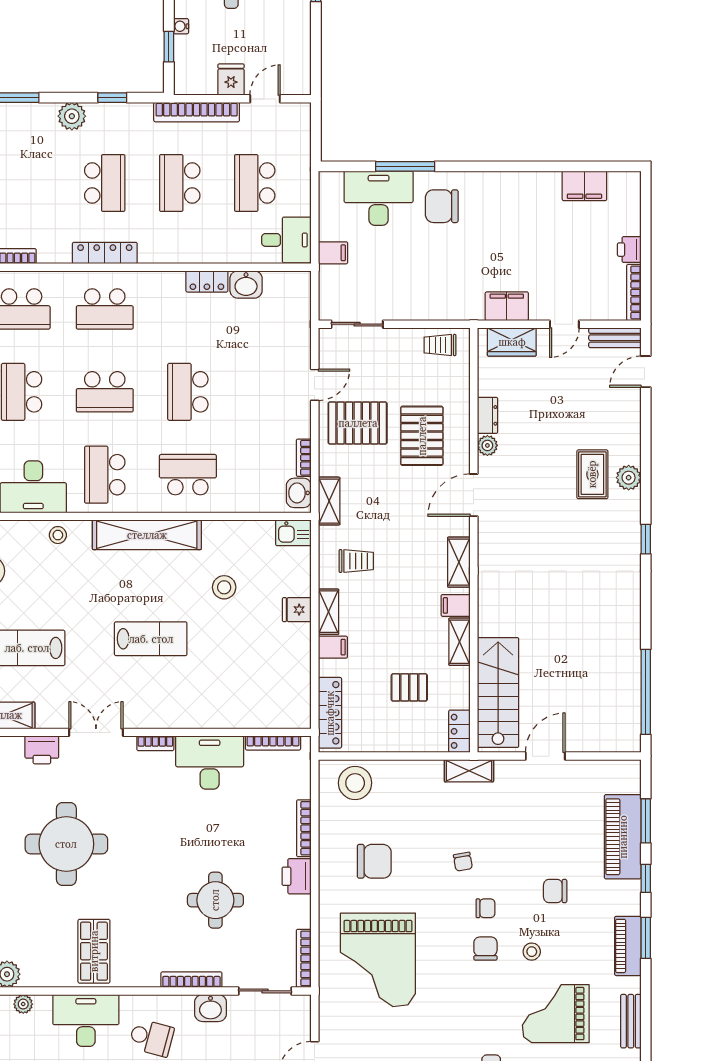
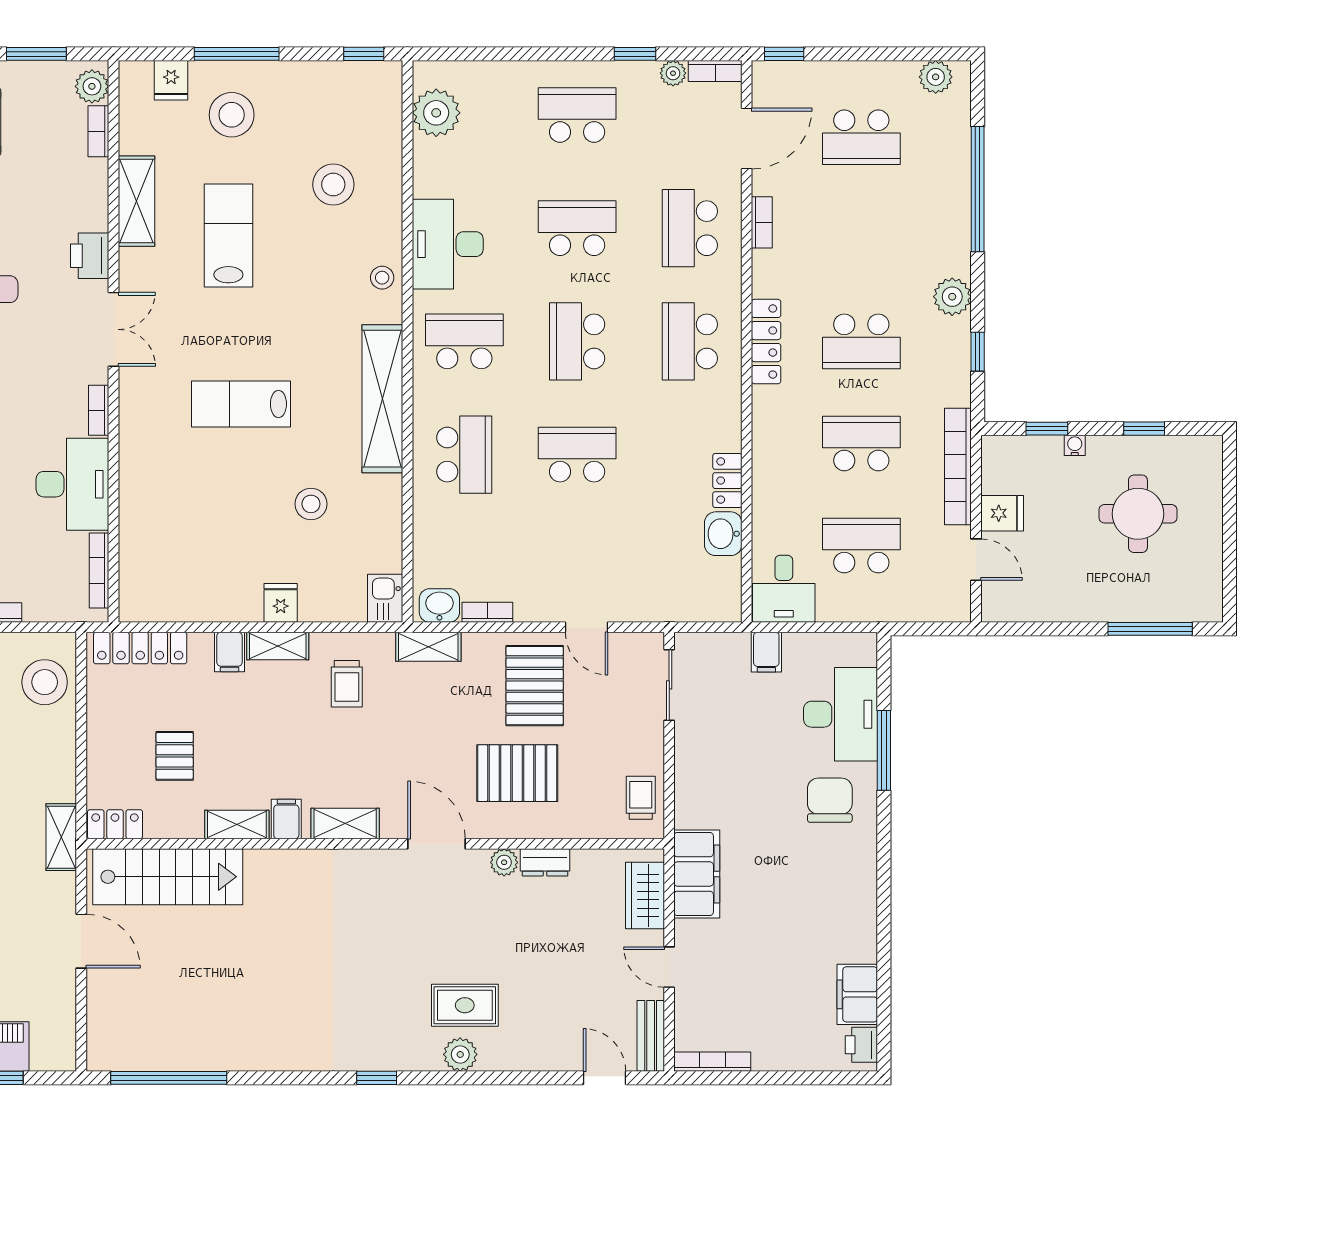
printer: (629, 250) -> (861, 1045), moved, turned -90
filing cabinet: (507, 306) -> (697, 874), width x1.50, depth x1.17
lab bench: (151, 639) -> (241, 404), turned 90

